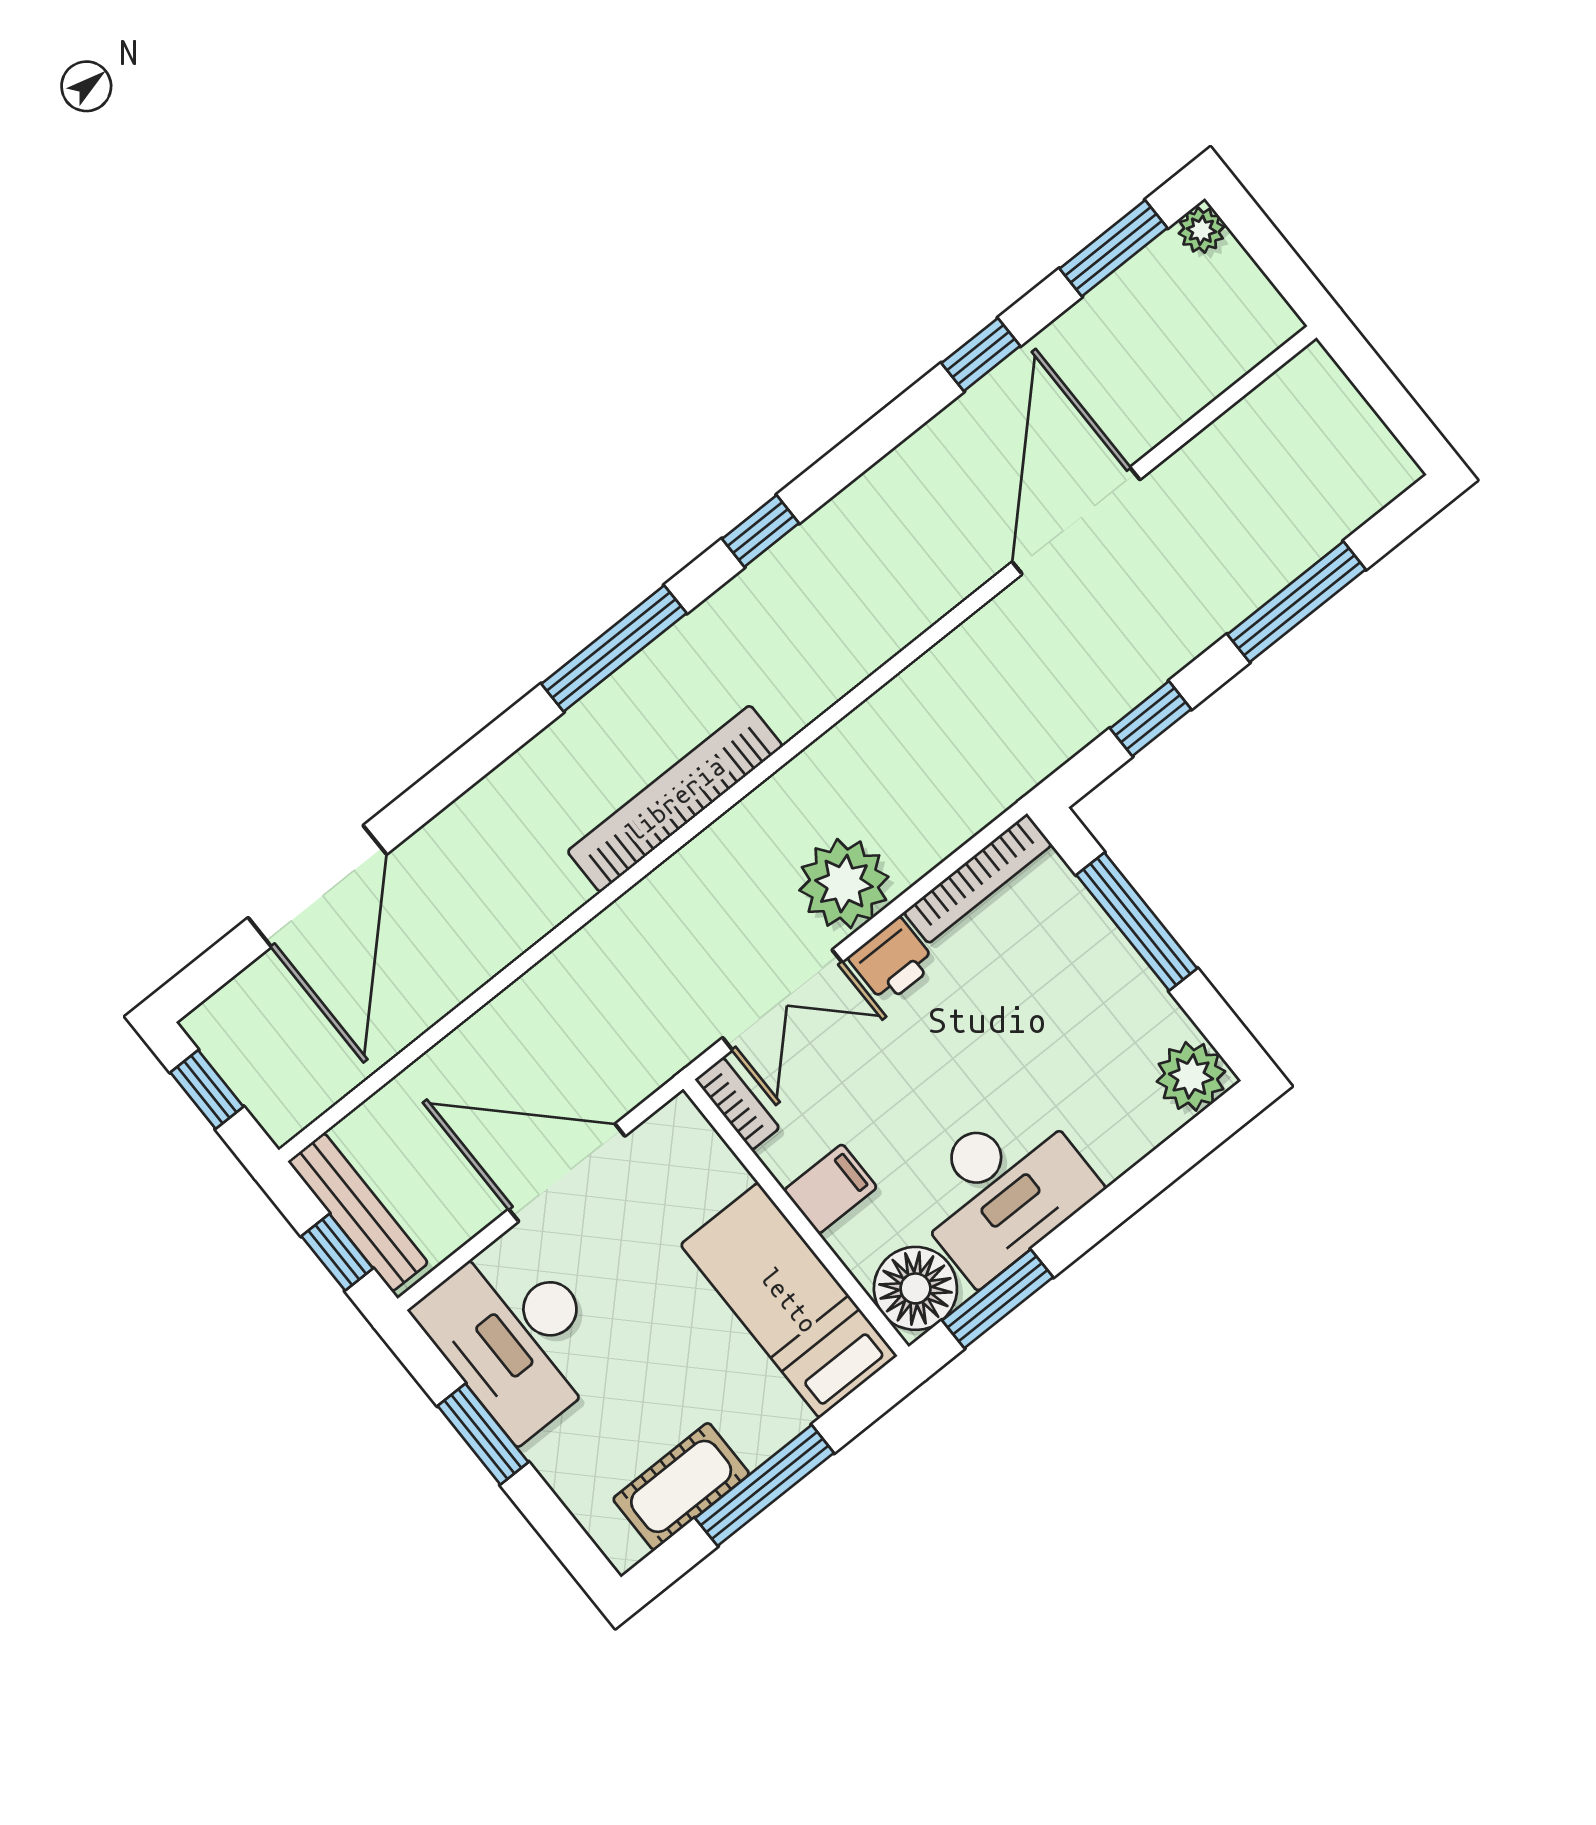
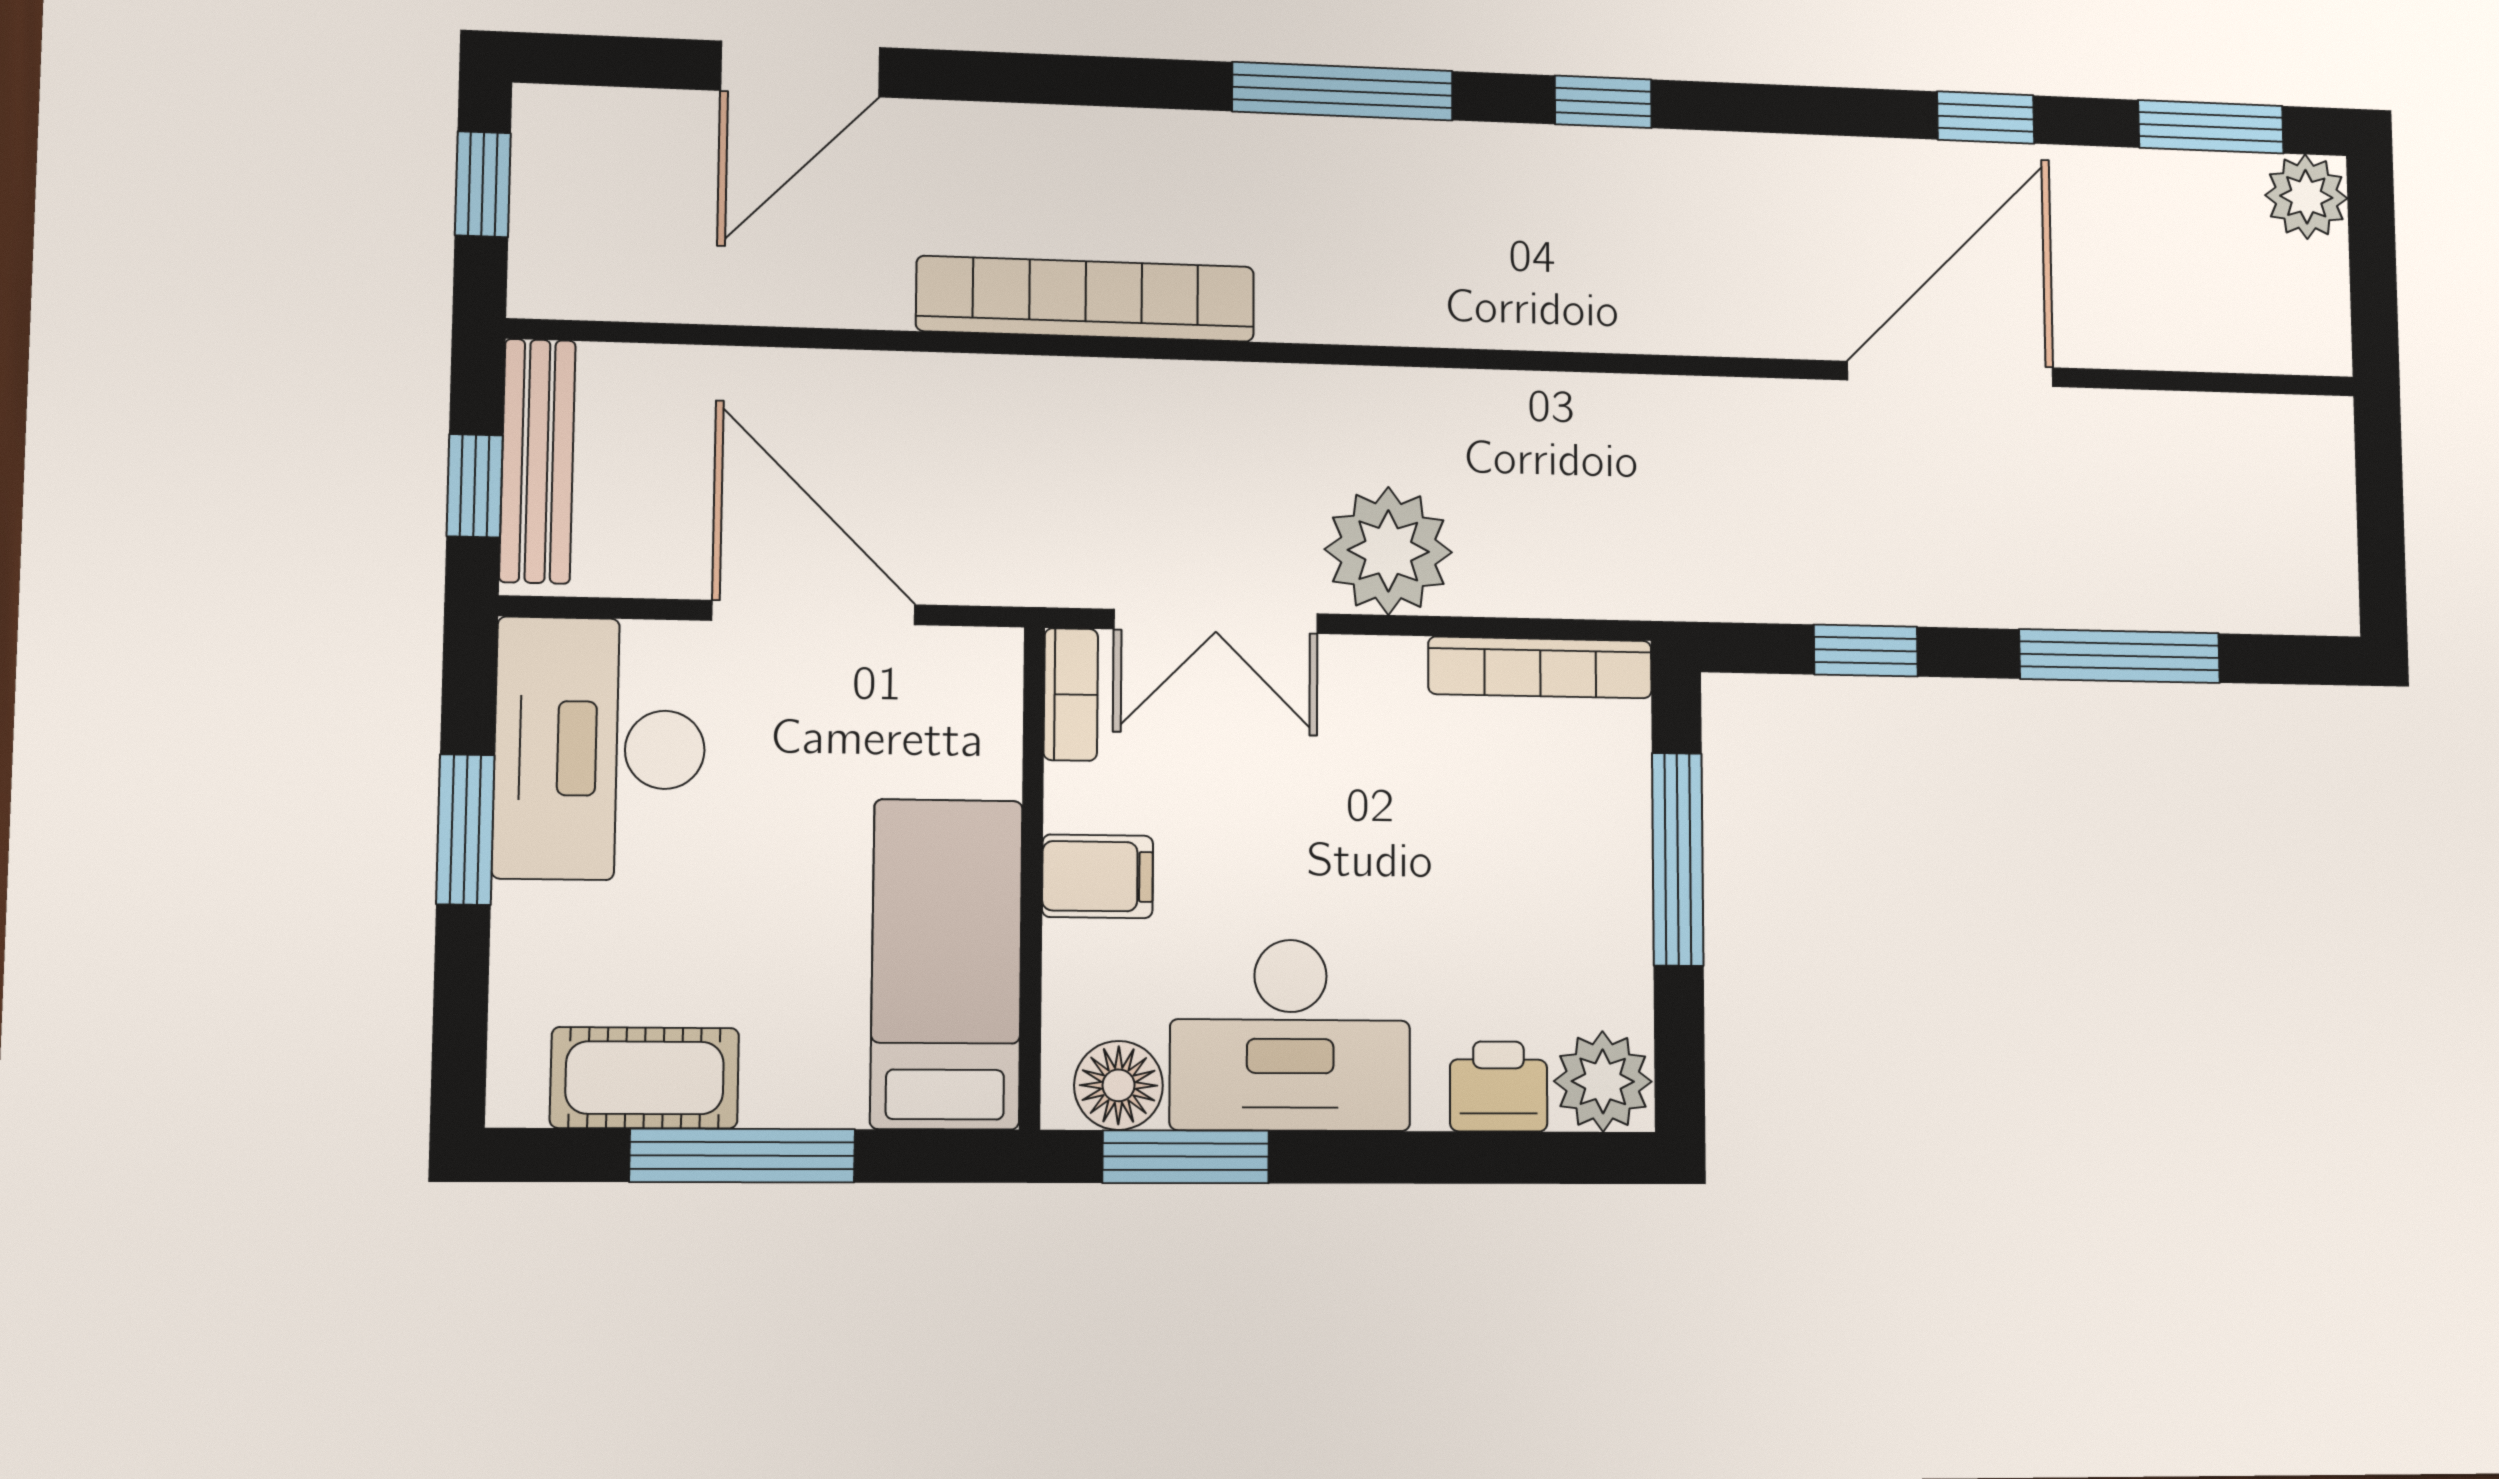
plant: (1201, 230) -> (2306, 197), width x1.38, depth x1.38
bookcase: (675, 799) -> (1086, 299), moved
door: (317, 886) -> (800, 69), width x0.73
printer: (892, 961) -> (1499, 1086), moved, turned 180
floor lamp: (915, 1288) -> (1119, 1085), width x0.73, depth x0.73

